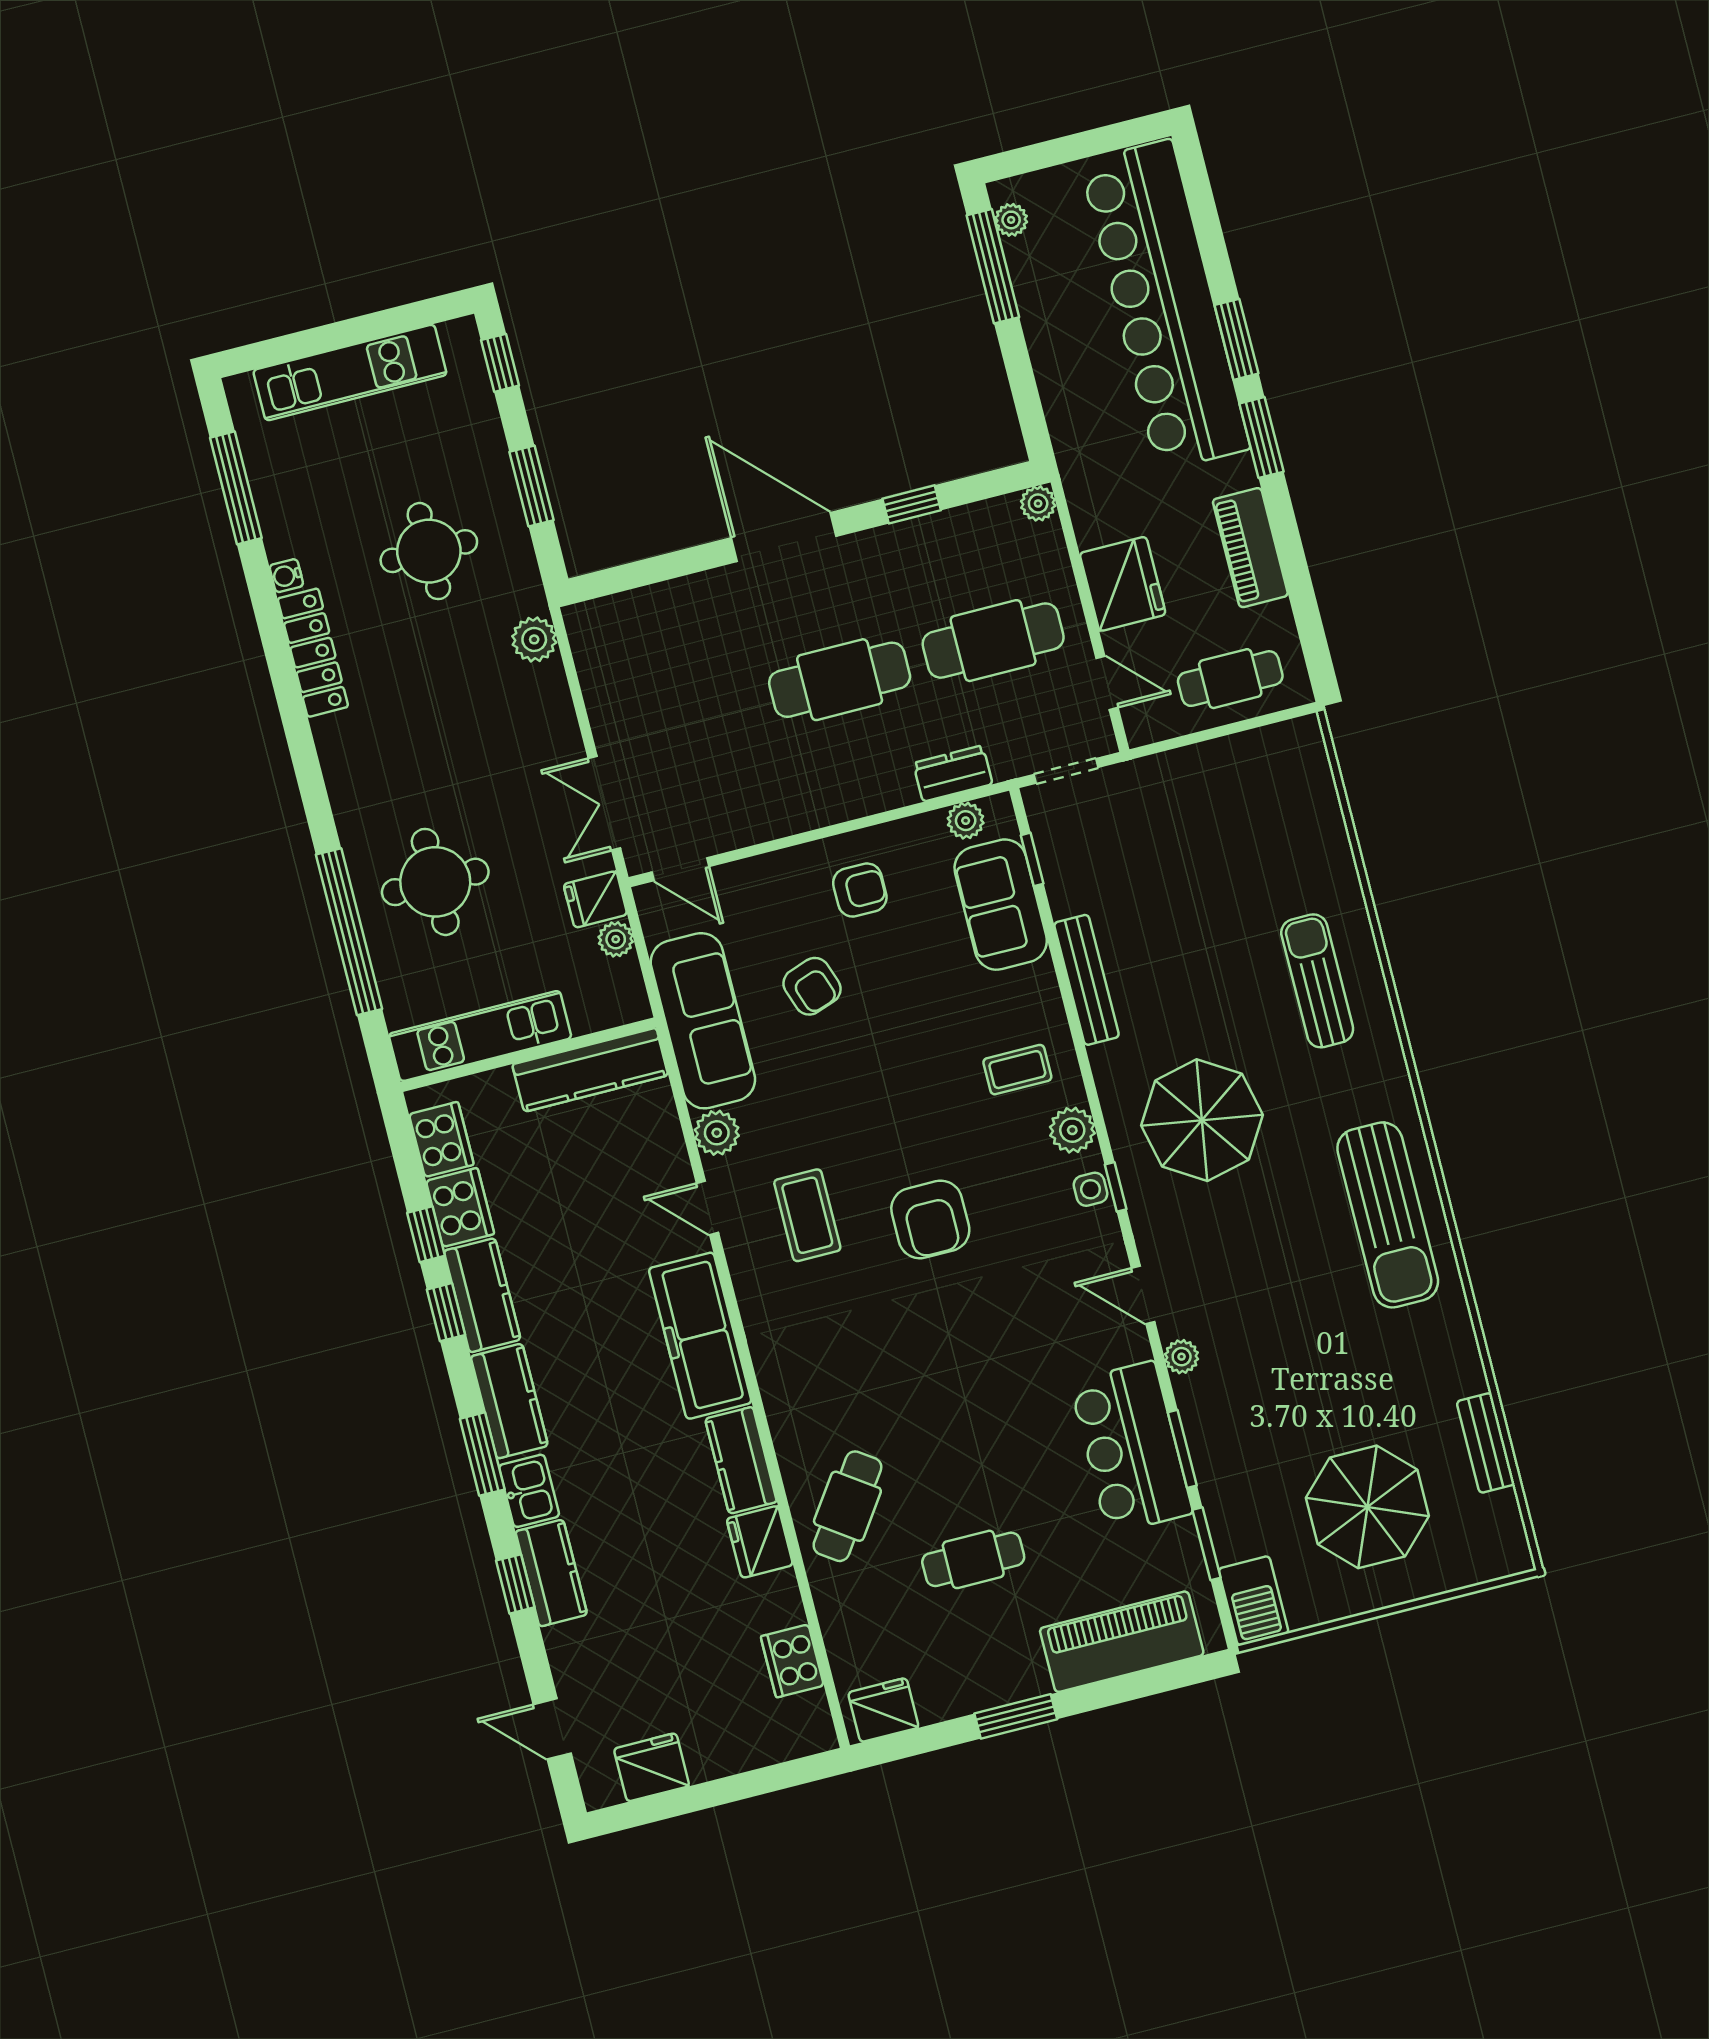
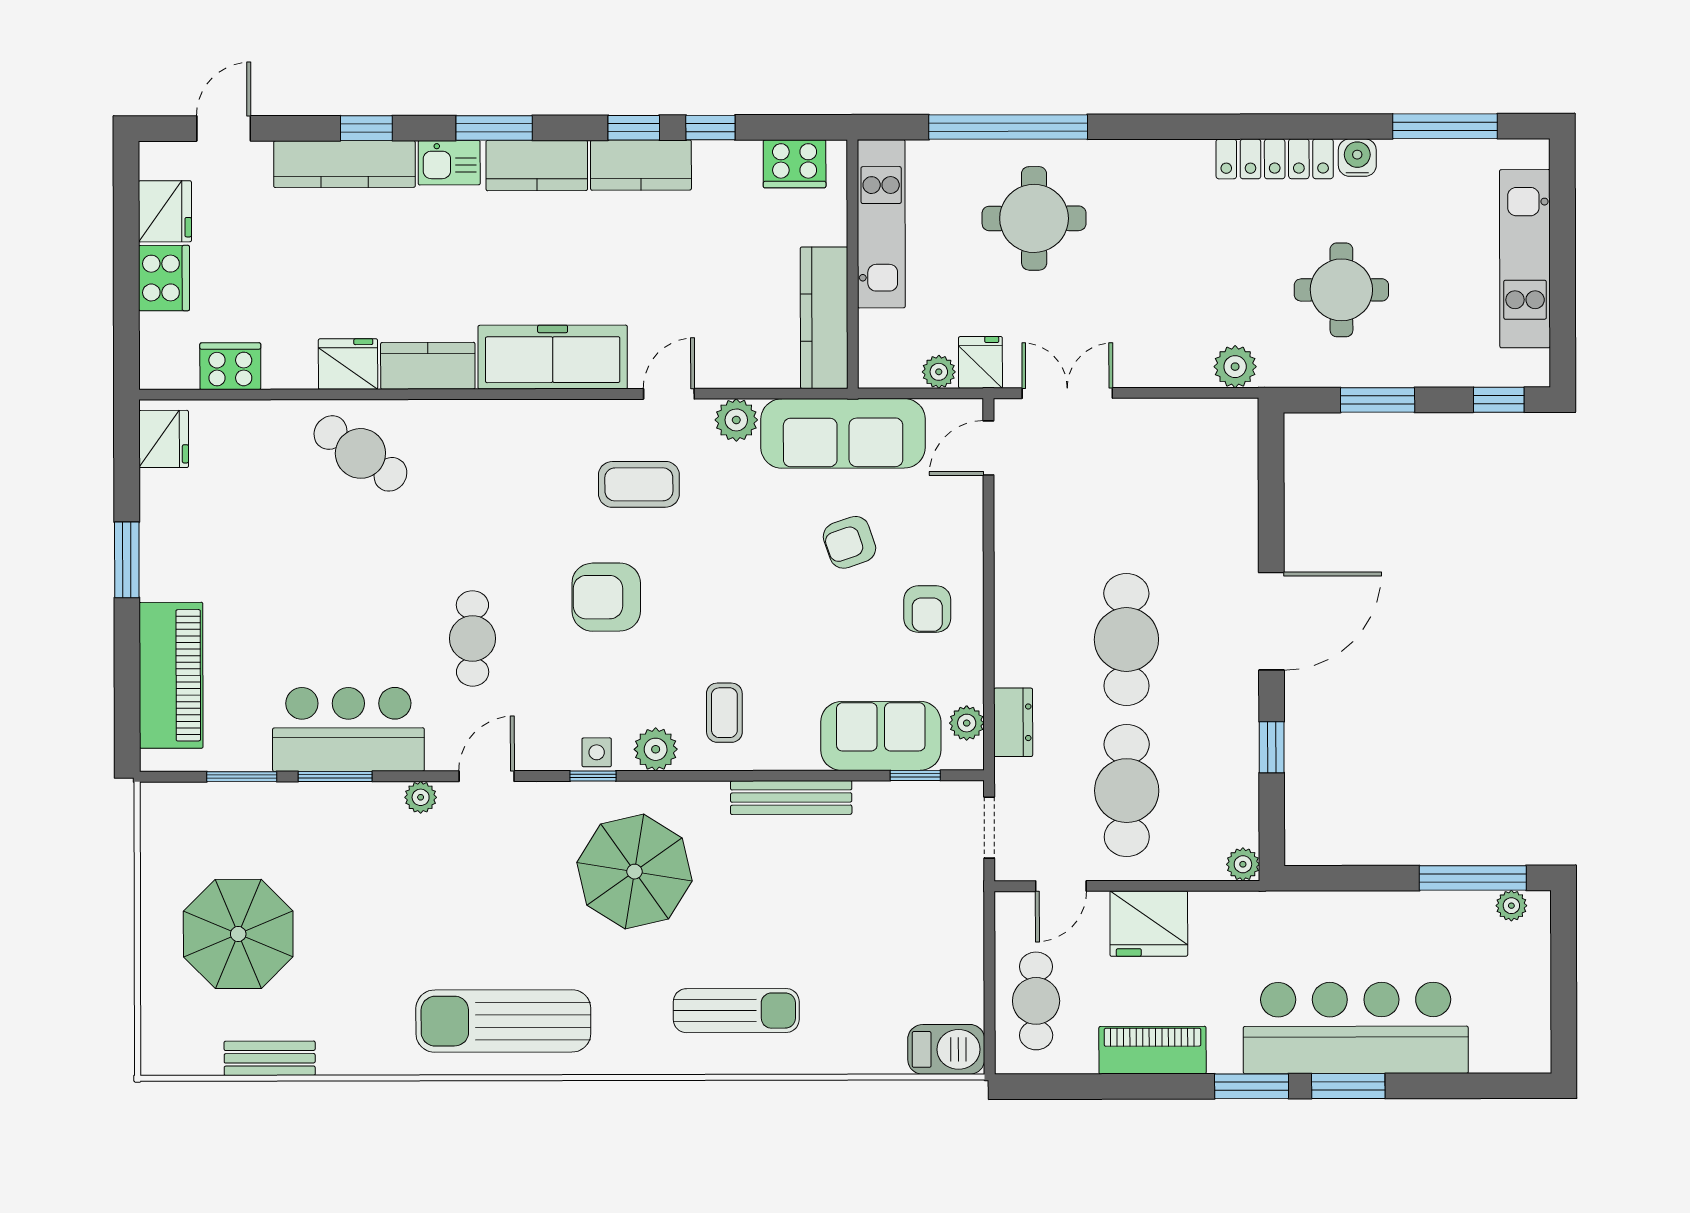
bar counter: (1165, 305) -> (1356, 1028), width x0.73
water cooler: (286, 576) -> (1357, 158), width x1.38, depth x1.38
cooker: (460, 1207) -> (164, 278), moved, turned -90
cafe table: (973, 1559) -> (472, 638), moved
kitchen counter: (551, 1573) -> (344, 164), width x1.50
barbecue: (1254, 1601) -> (946, 1049), moved, turned 180

